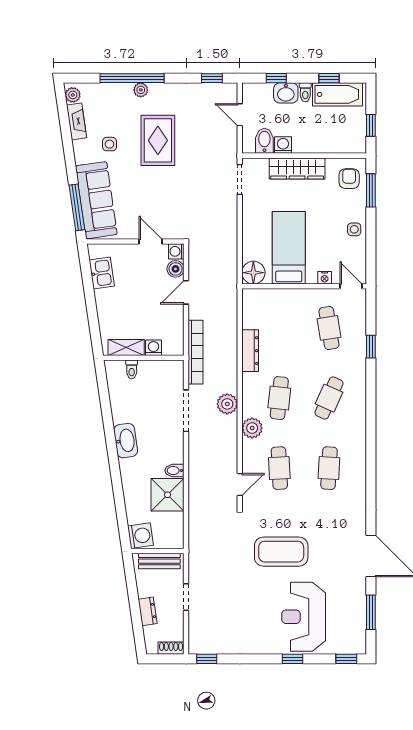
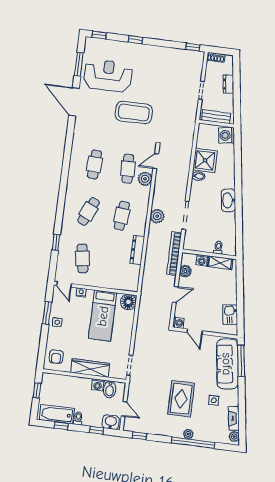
washbasin: (286, 93) -> (111, 422), moved
window: (371, 190) -> (47, 313), moved
boiler: (176, 269) -> (185, 271), moved
plant: (252, 428) -> (145, 179), moved
reception desk: (304, 617) -> (108, 76), moved, turned -90

